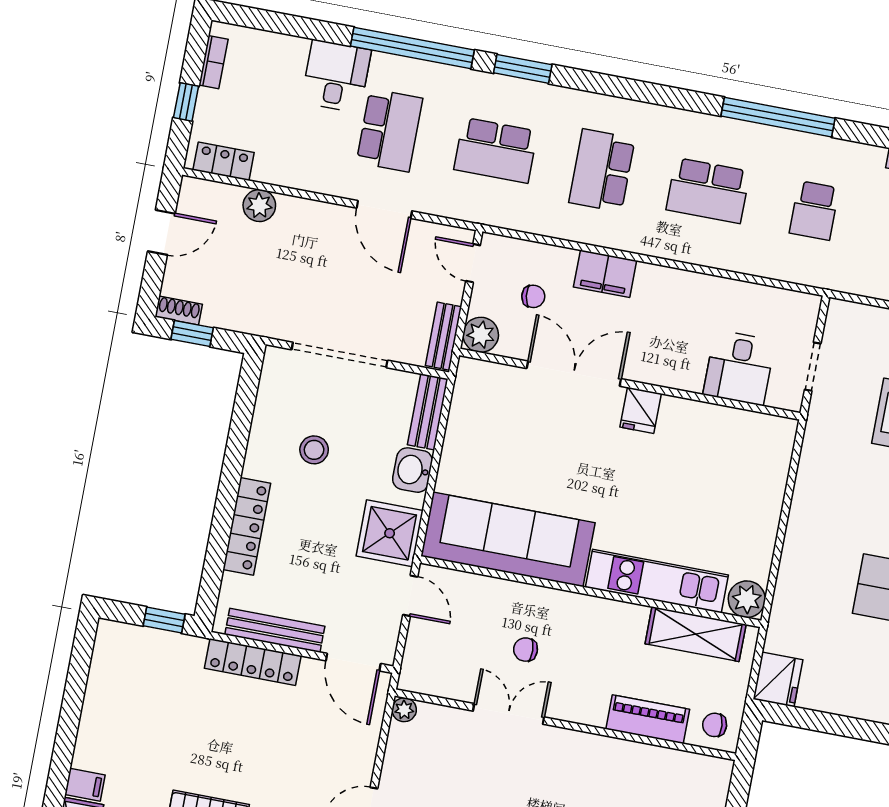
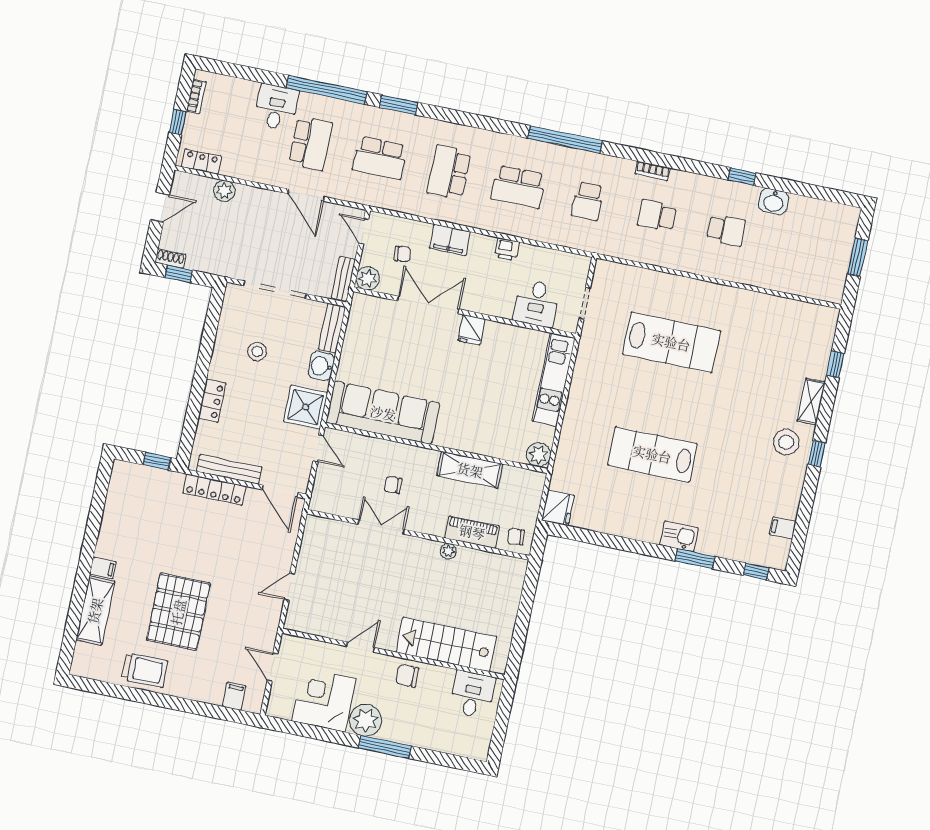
printer: (692, 286) -> (507, 249), added
locker: (247, 526) -> (212, 401), width x0.66
kitchen unit: (657, 581) -> (554, 379), moved, turned -90
shelving: (696, 634) -> (470, 470), moved
plant: (404, 710) -> (448, 551), moved

